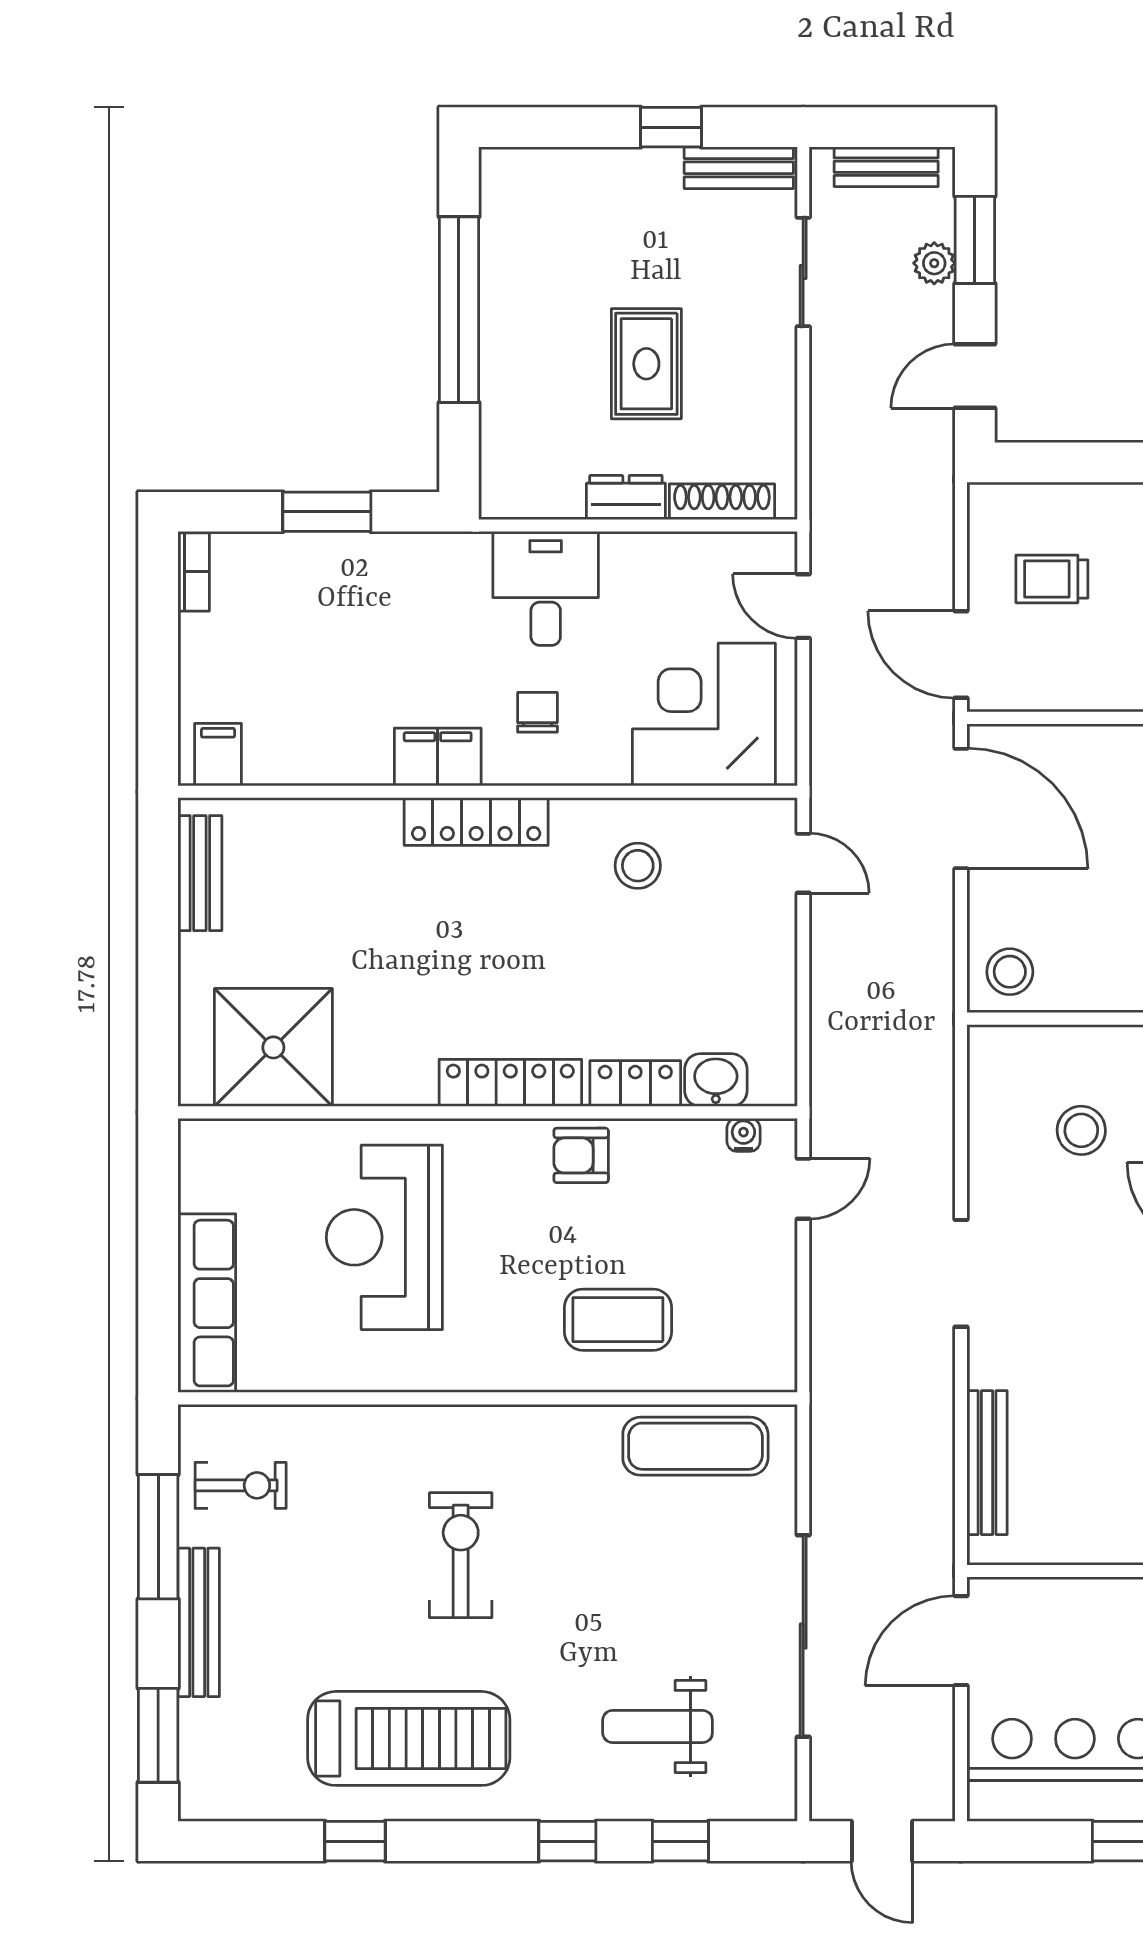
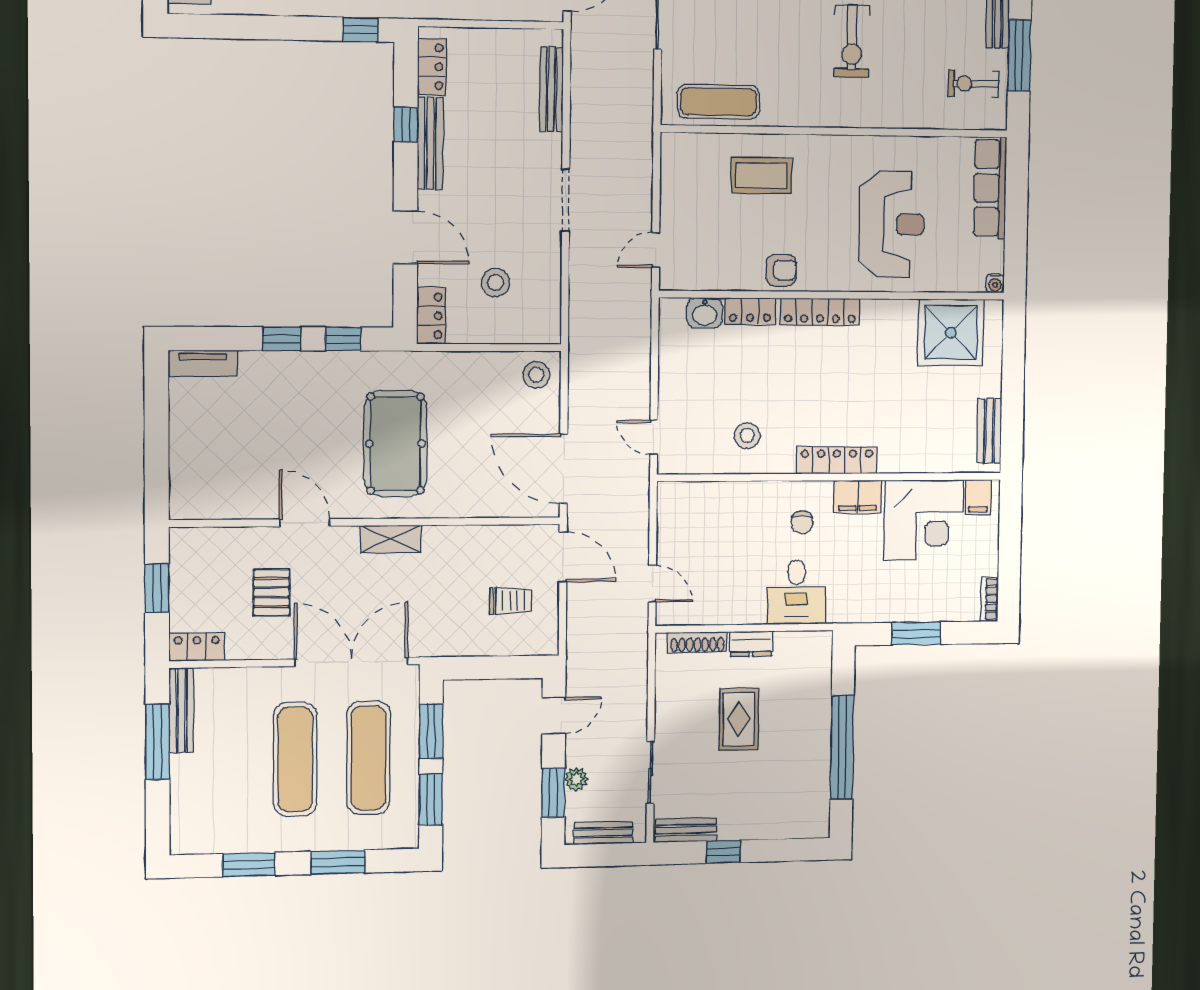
corner desk: (704, 715) -> (924, 520), moved
water cooler: (743, 1135) -> (995, 283), moved

